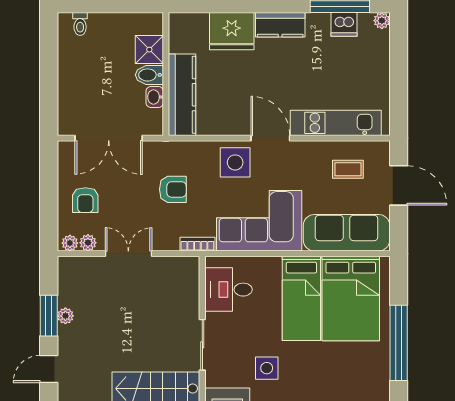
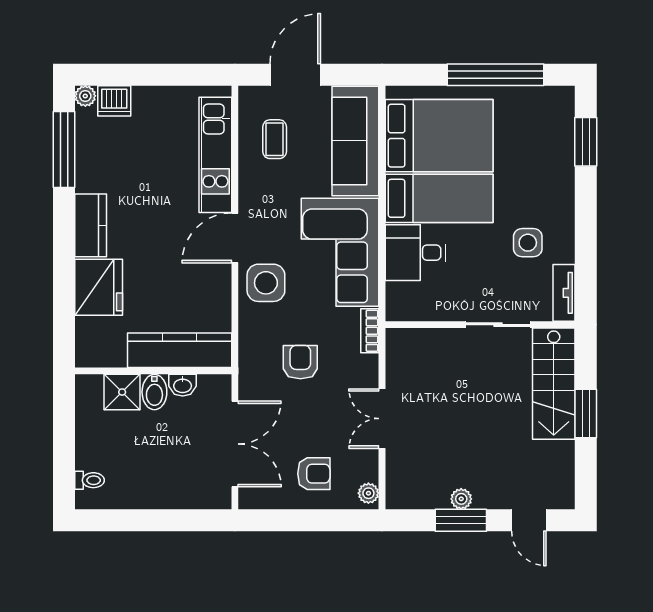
dishwasher: (344, 24) -> (114, 101), moved, turned 90
plant: (88, 243) -> (368, 470), removed
desk: (228, 290) -> (415, 253), moved, turned 90

